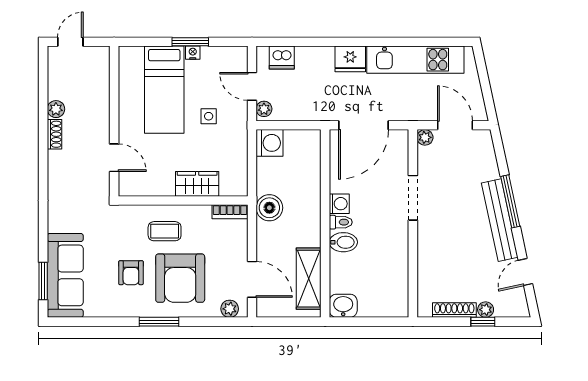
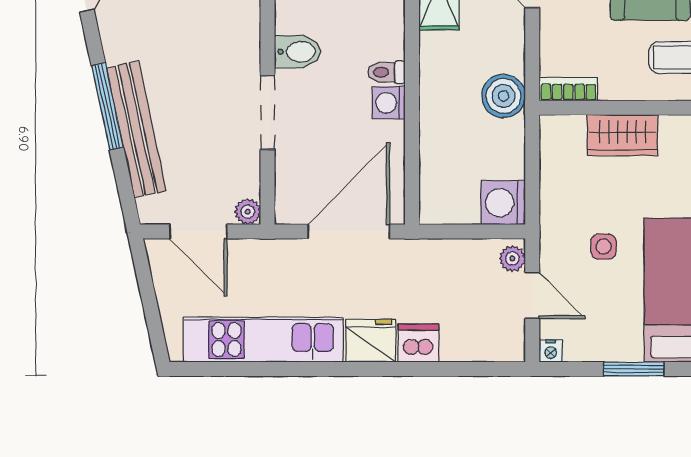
nightstand: (193, 53) -> (551, 351), moved
dishwasher: (282, 58) -> (419, 343), moved
bench: (500, 220) -> (136, 129), moved
bidet: (343, 242) -> (298, 52), moved, turned 180

